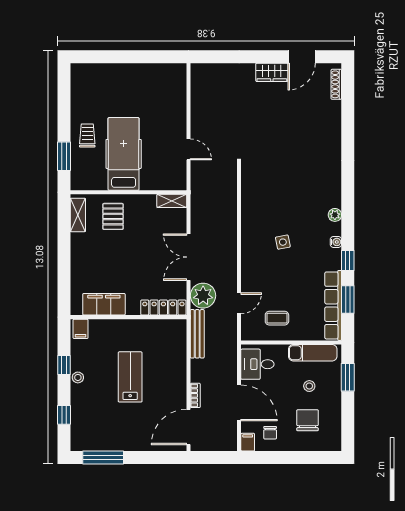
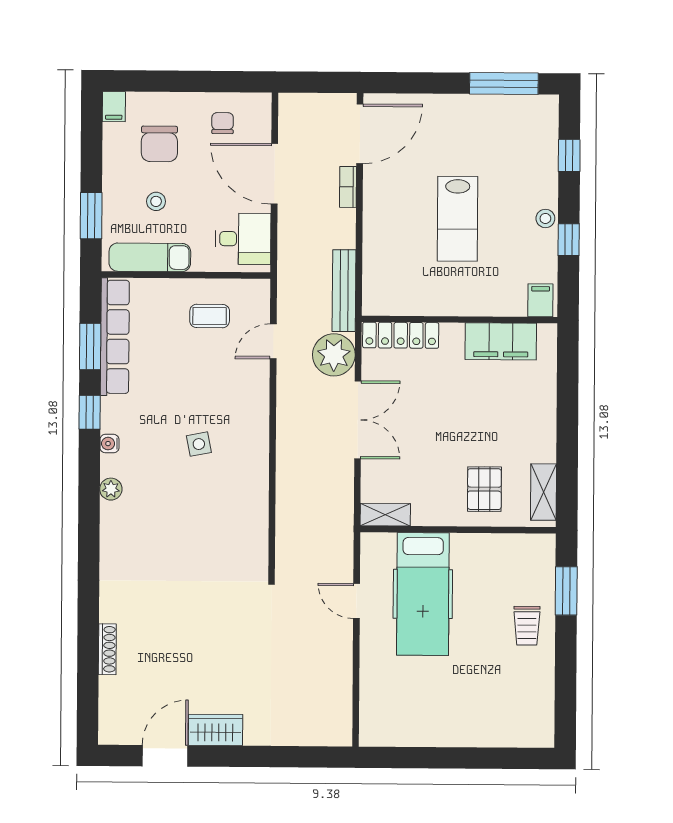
shoe rack: (336, 84) -> (107, 649), moved
hospital bed: (124, 154) -> (423, 594), moved
filing cabinet: (248, 442) -> (114, 107), moved

